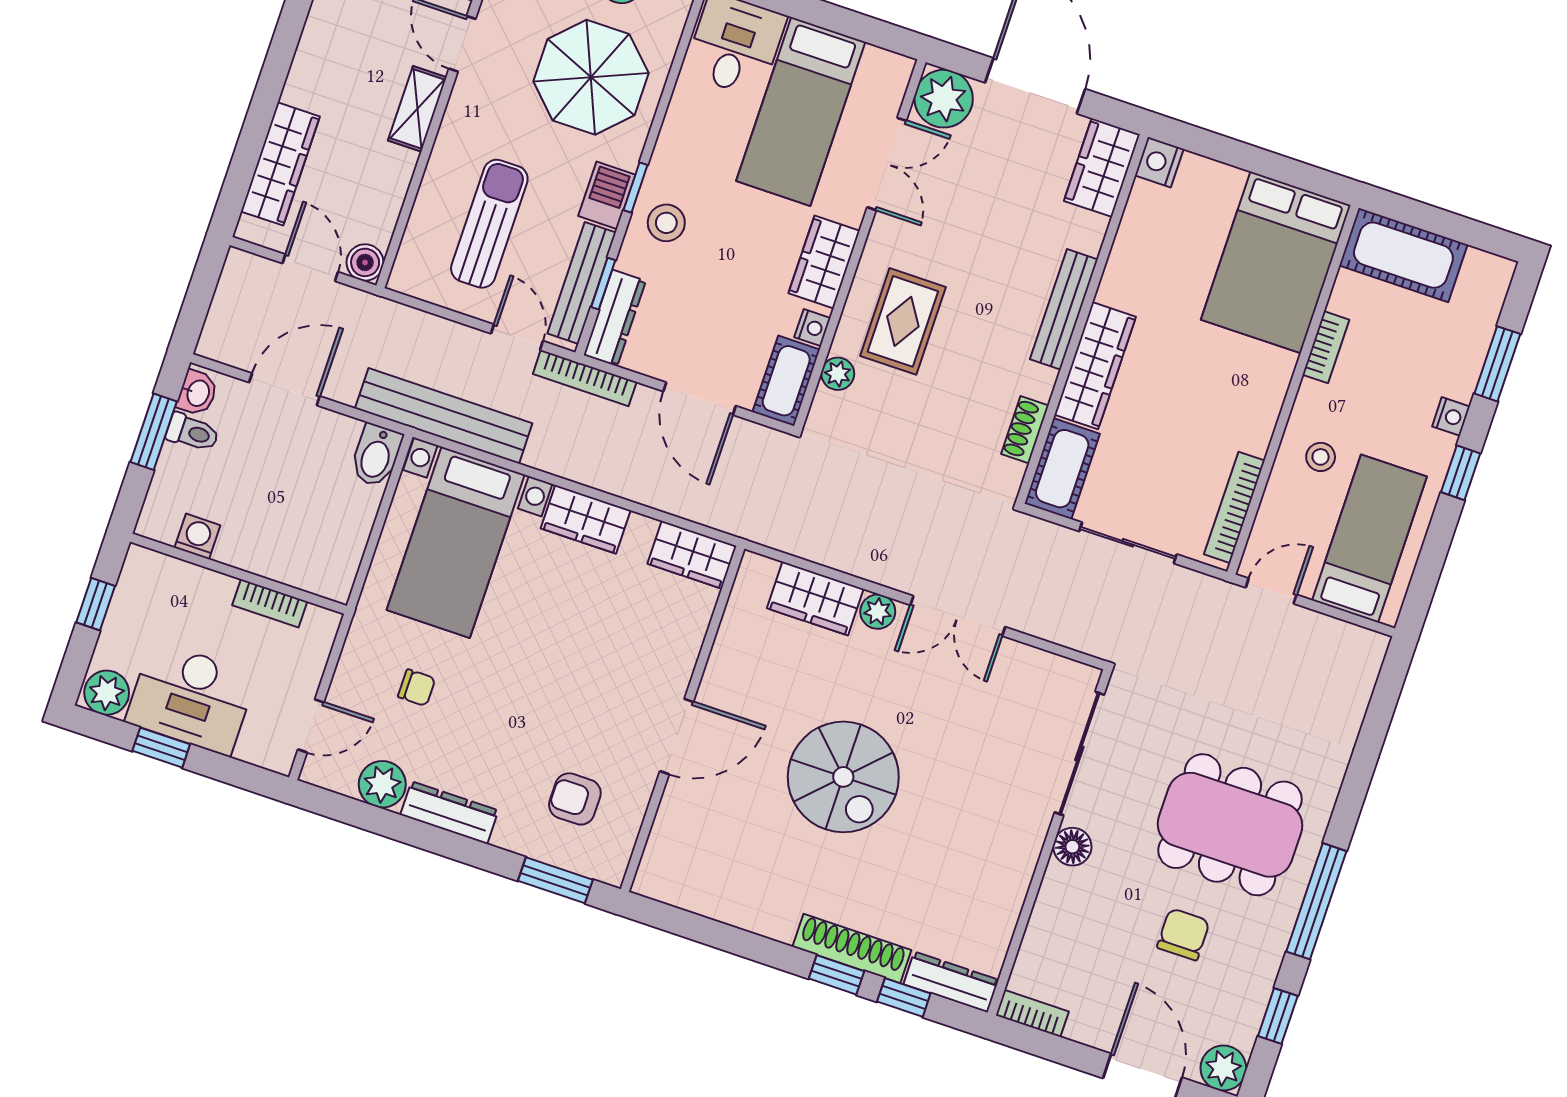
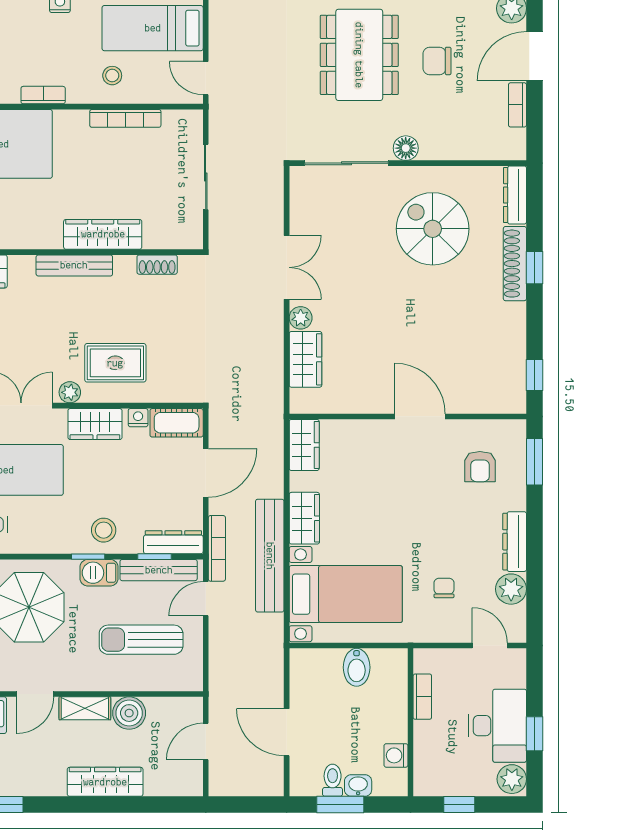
wardrobe: (280, 164) -> (105, 782), moved
boiler: (365, 262) -> (129, 713), moved, width x1.36, depth x1.36
plant: (838, 374) -> (70, 392), moved
washbasin: (197, 393) -> (358, 786), moved
bench: (444, 416) -> (270, 556), moved
bidet: (376, 455) -> (357, 667), moved, turned 90
cot: (1062, 469) -> (173, 233), removed
bookcase: (1234, 507) -> (125, 118), moved
spiral stairs: (843, 777) -> (433, 229), moved, turned -90
window: (904, 998) -> (534, 375), moved
bookcase: (1032, 1013) -> (517, 105), moved

